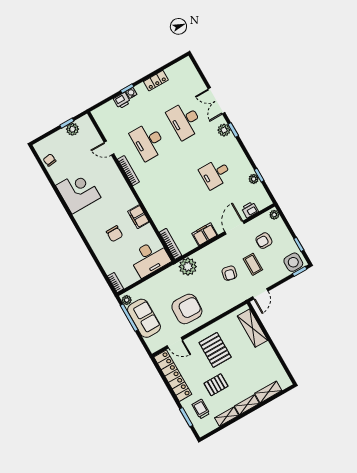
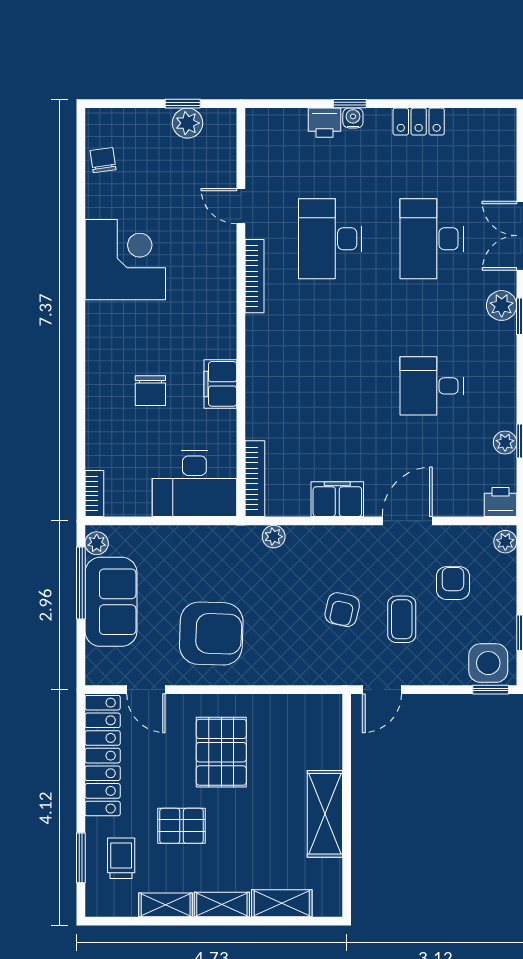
printer: (250, 210) -> (501, 502), moved
armchair: (264, 241) -> (453, 583), turned 90
plant: (188, 267) -> (274, 537), width x0.53, depth x0.53
shelving: (252, 328) -> (325, 814), moved

